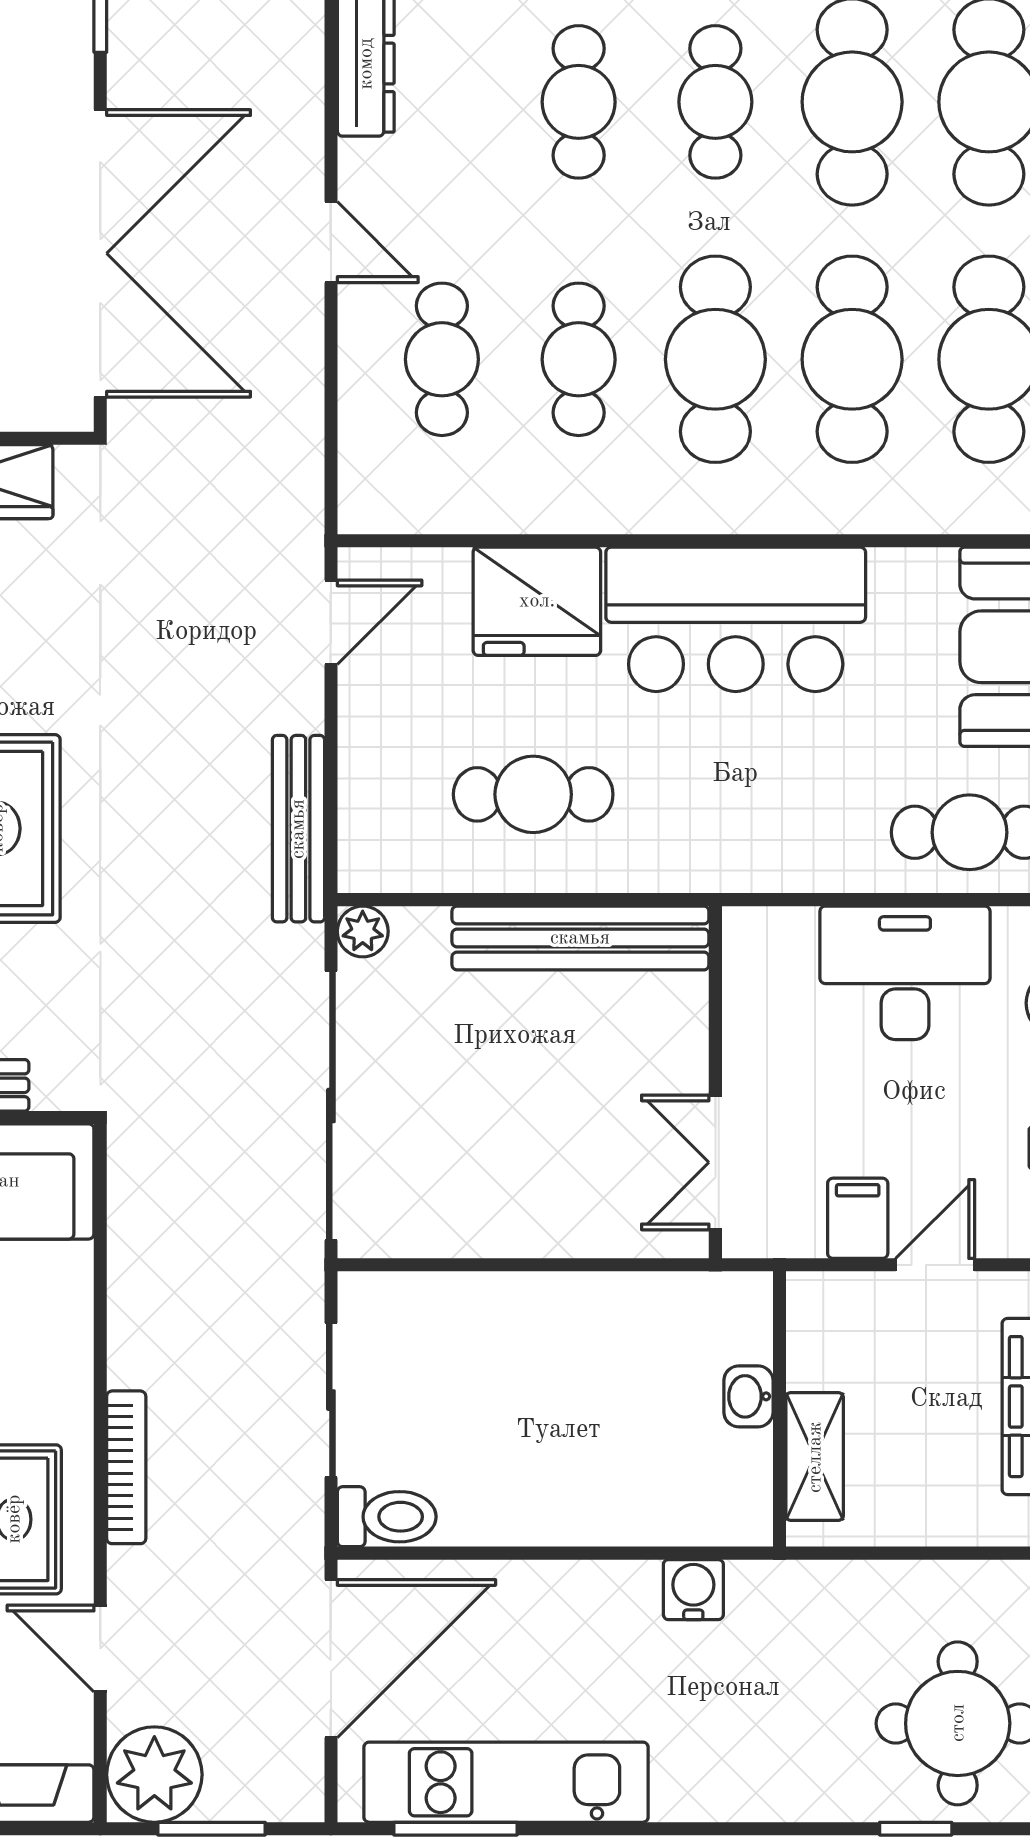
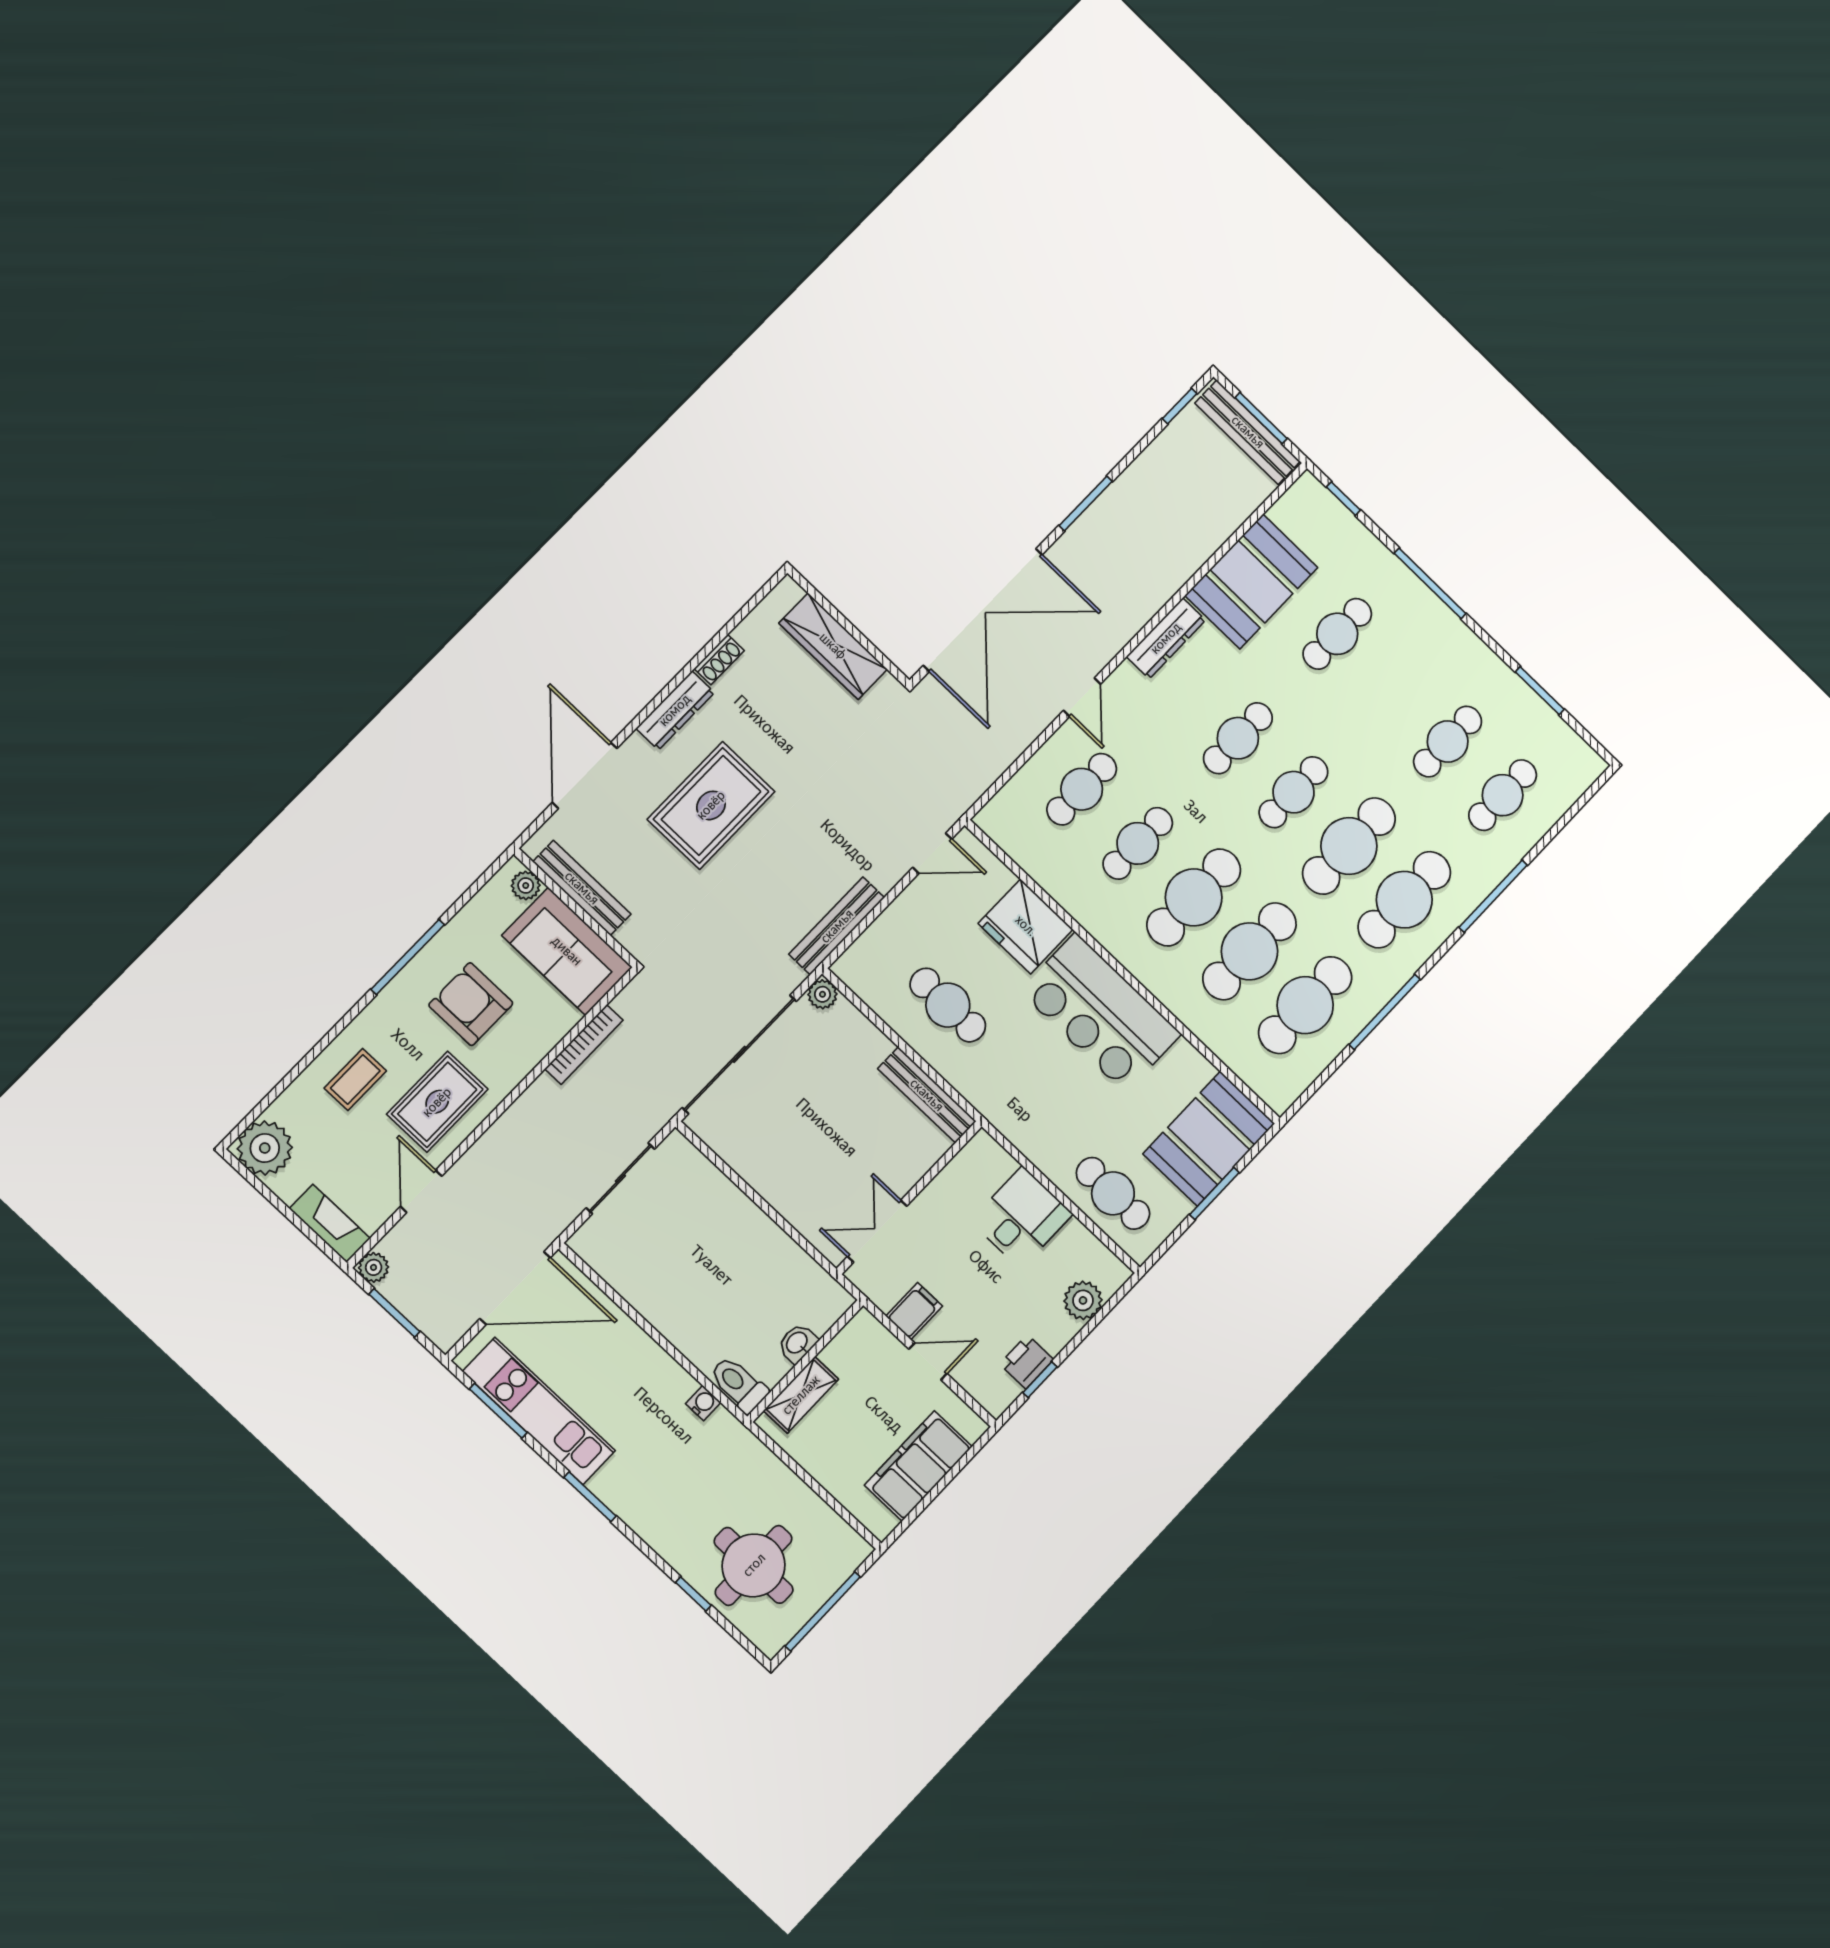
bench: (580, 938) -> (927, 1095), width x0.73, depth x0.82
desk: (905, 973) -> (1022, 1218), width x0.73
bookcase: (126, 1467) -> (584, 1045), moved
toilet: (387, 1517) -> (739, 1384), moved, turned 180
water cooler: (693, 1590) -> (703, 1403), width x0.72, depth x0.72
plant: (154, 1775) -> (374, 1267), width x0.53, depth x0.53
window: (671, 1829) -> (590, 1497), added

